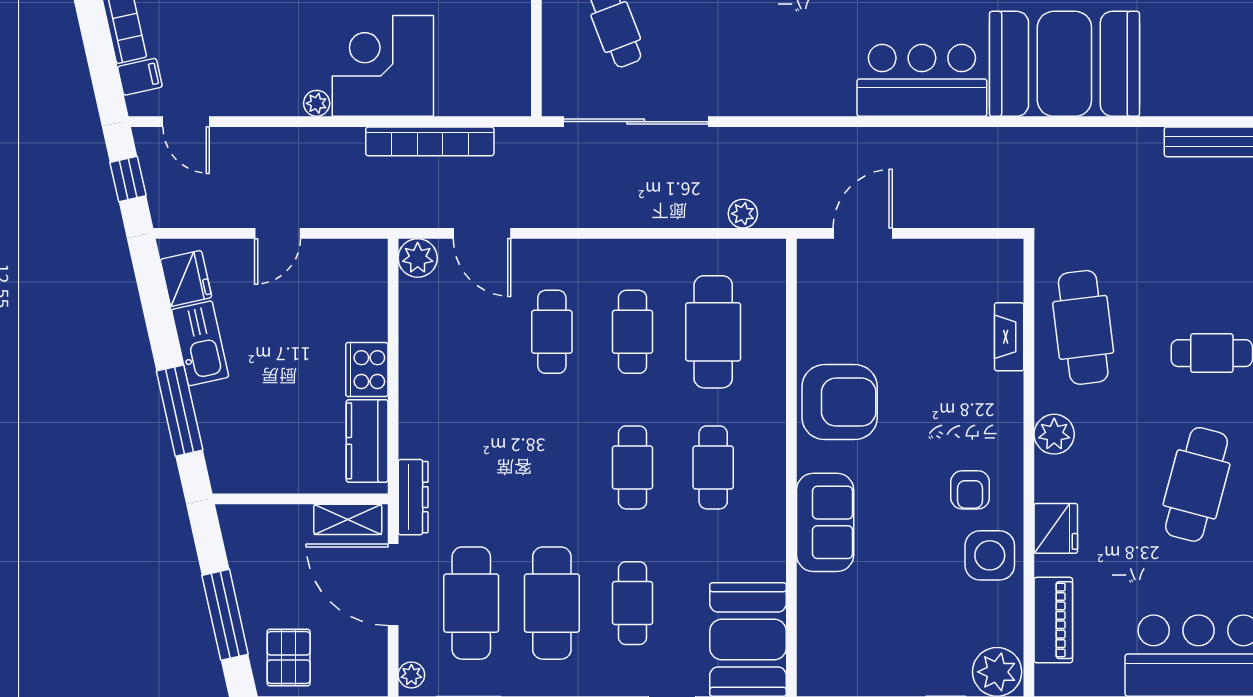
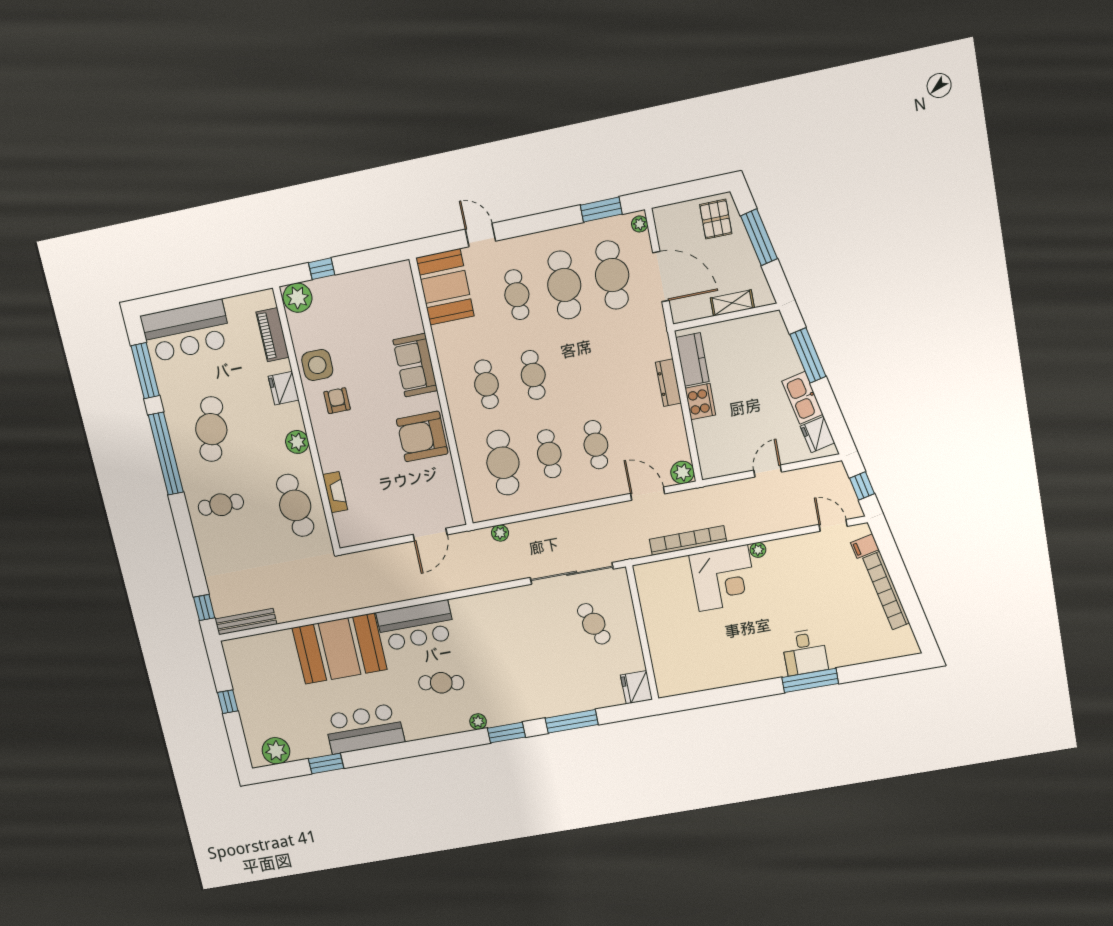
dresser: (413, 497) -> (668, 383), moved
shelving: (348, 519) -> (732, 303), moved

